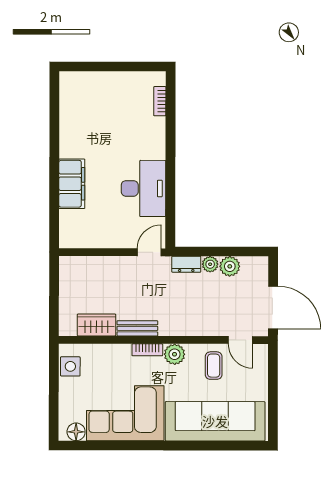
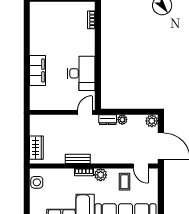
plant: (230, 266) -> (152, 121), moved
wardrobe: (96, 325) -> (36, 148), moved, turned 90

